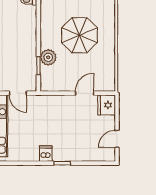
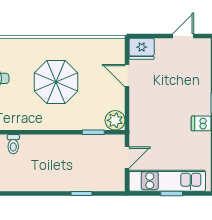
plant: (48, 57) -> (115, 120), moved
door: (117, 139) -> (183, 36), swing flipped

